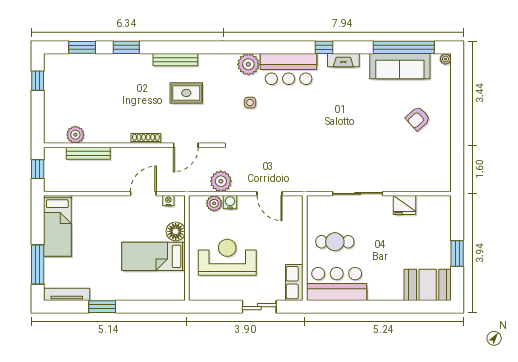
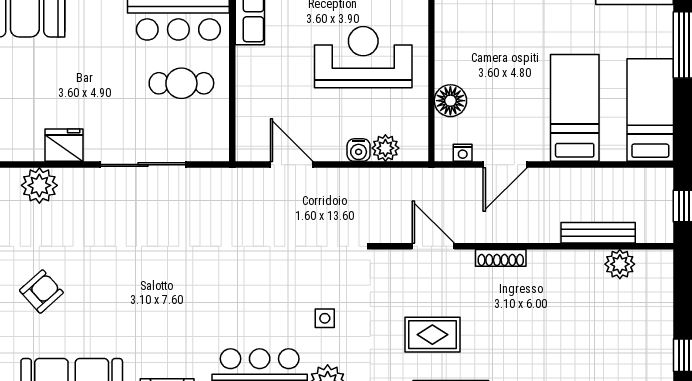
door: (186, 145) -> (433, 246), hinge flipped
plant: (221, 181) -> (39, 185), moved
bed: (153, 256) -> (575, 108), moved, turned -90
reception desk: (227, 257) -> (363, 57), turned 180

